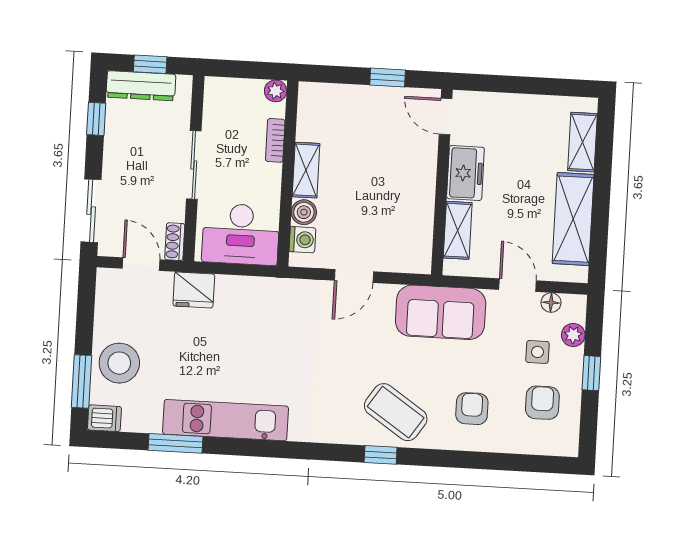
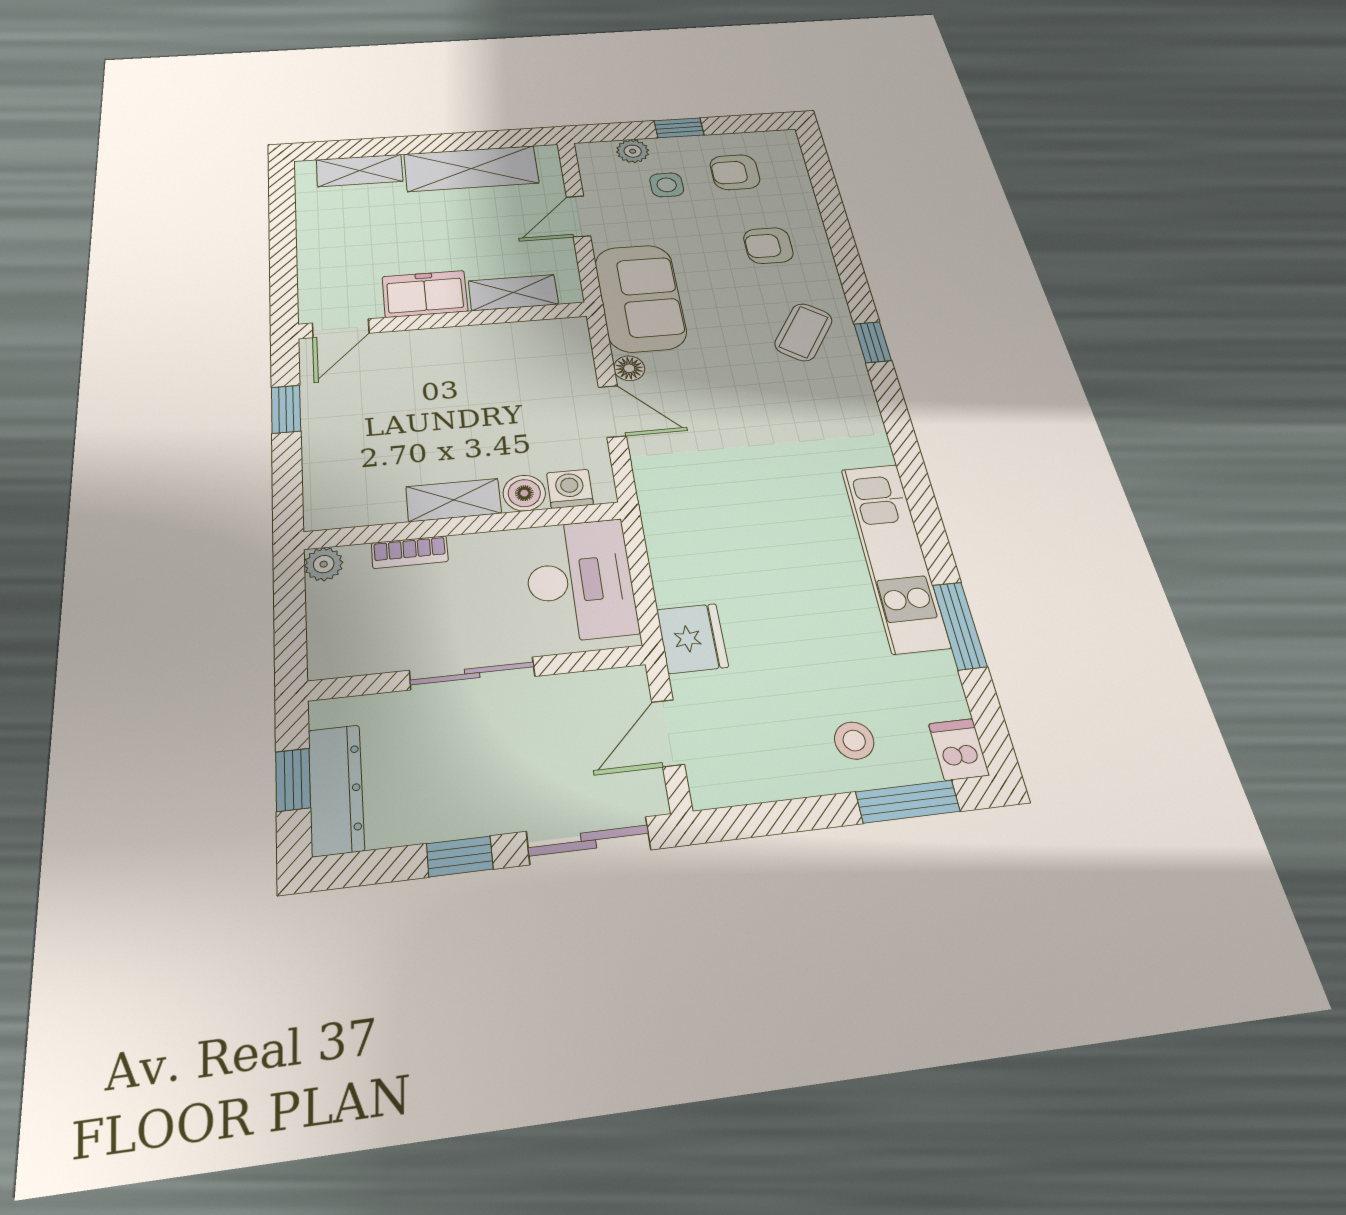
window: (96, 119) -> (460, 856), moved
shoe rack: (175, 242) -> (615, 683), removed
floor lamp: (551, 303) -> (629, 368), moved
stool: (119, 363) -> (854, 741), width x0.53, depth x0.53
coffee table: (396, 412) -> (804, 332), width x0.73, depth x0.77

